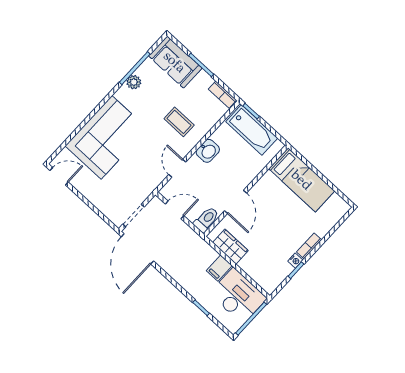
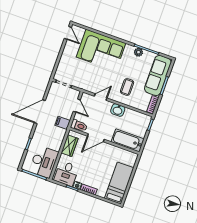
sofa: (175, 62) -> (158, 75), width x1.36
bathtub: (252, 130) -> (128, 140), moved, turned 90
bed: (302, 180) -> (119, 183), moved, turned 180
door: (137, 249) -> (40, 112), moved
filing cabinet: (219, 268) -> (63, 123), moved
desk: (270, 269) -> (66, 173), added

